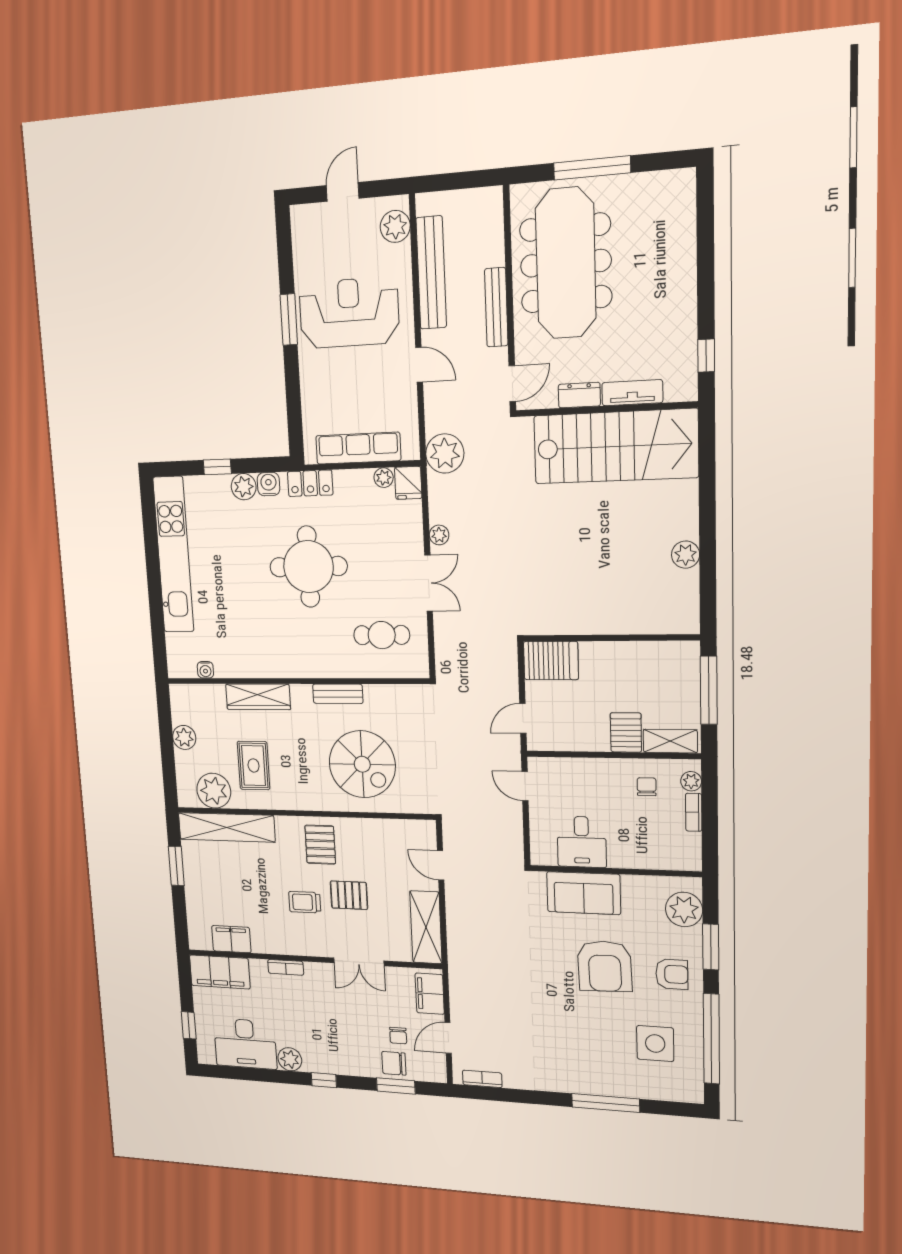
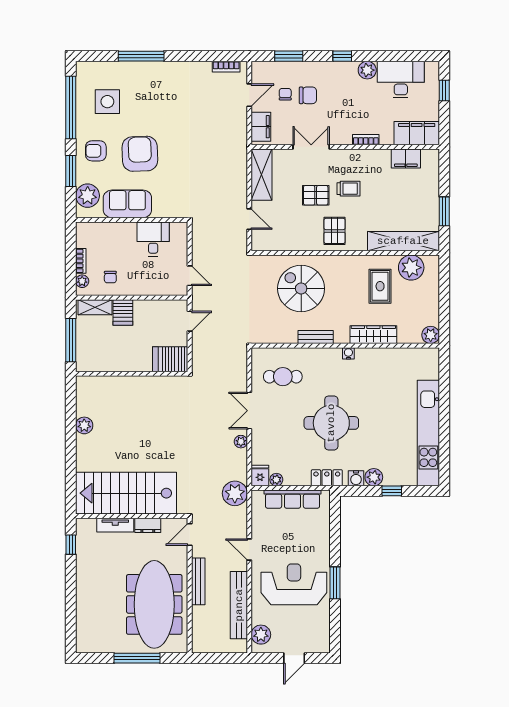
reception desk: (349, 313) -> (294, 584), turned 180
water cooler: (205, 670) -> (348, 353), moved
plant: (184, 737) -> (431, 335), moved
sofa: (584, 893) -> (127, 204), moved
chair: (394, 1063) -> (308, 95), moved

